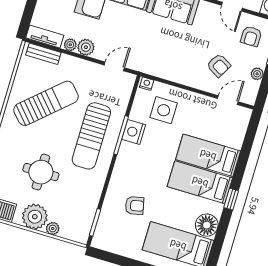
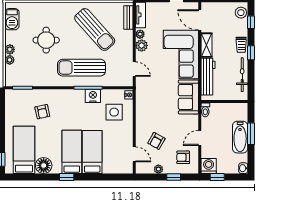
plant: (35, 217) -> (10, 49), width x0.53, depth x0.53

